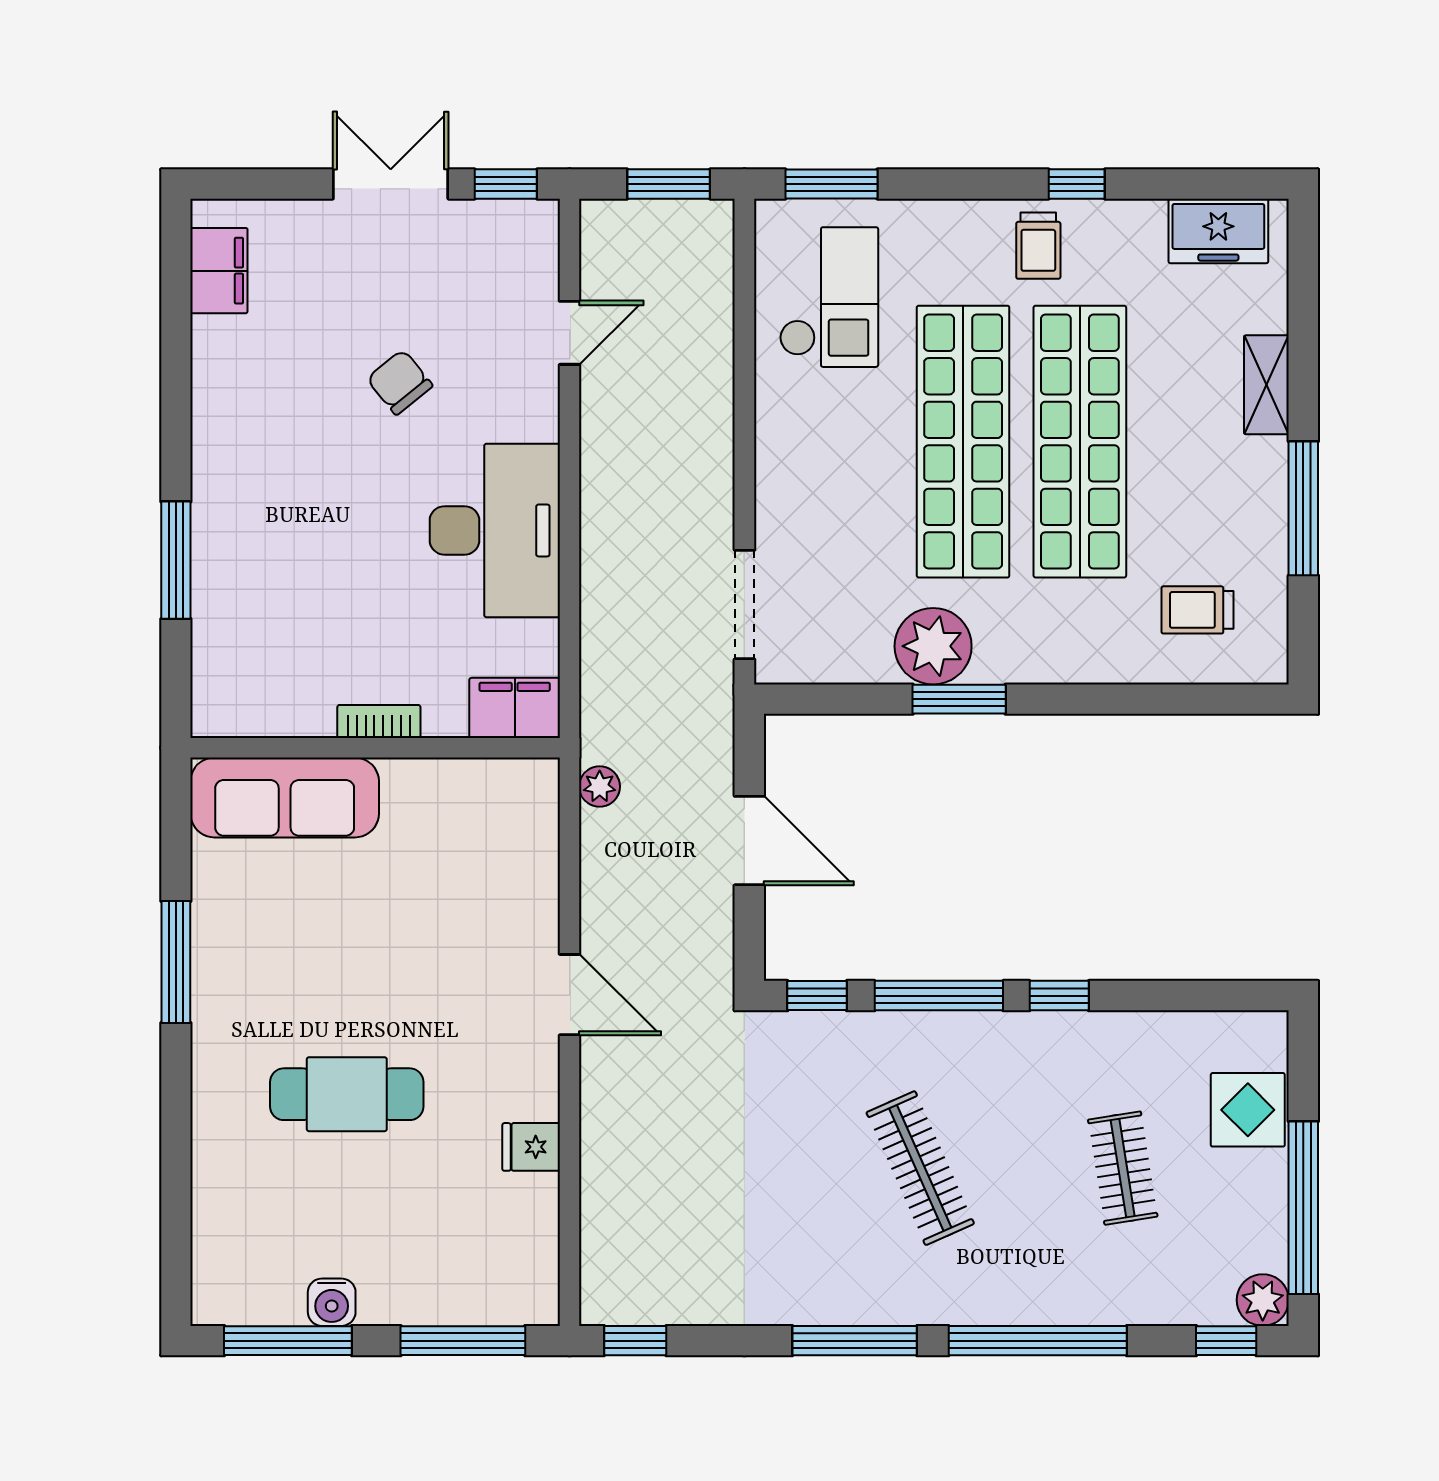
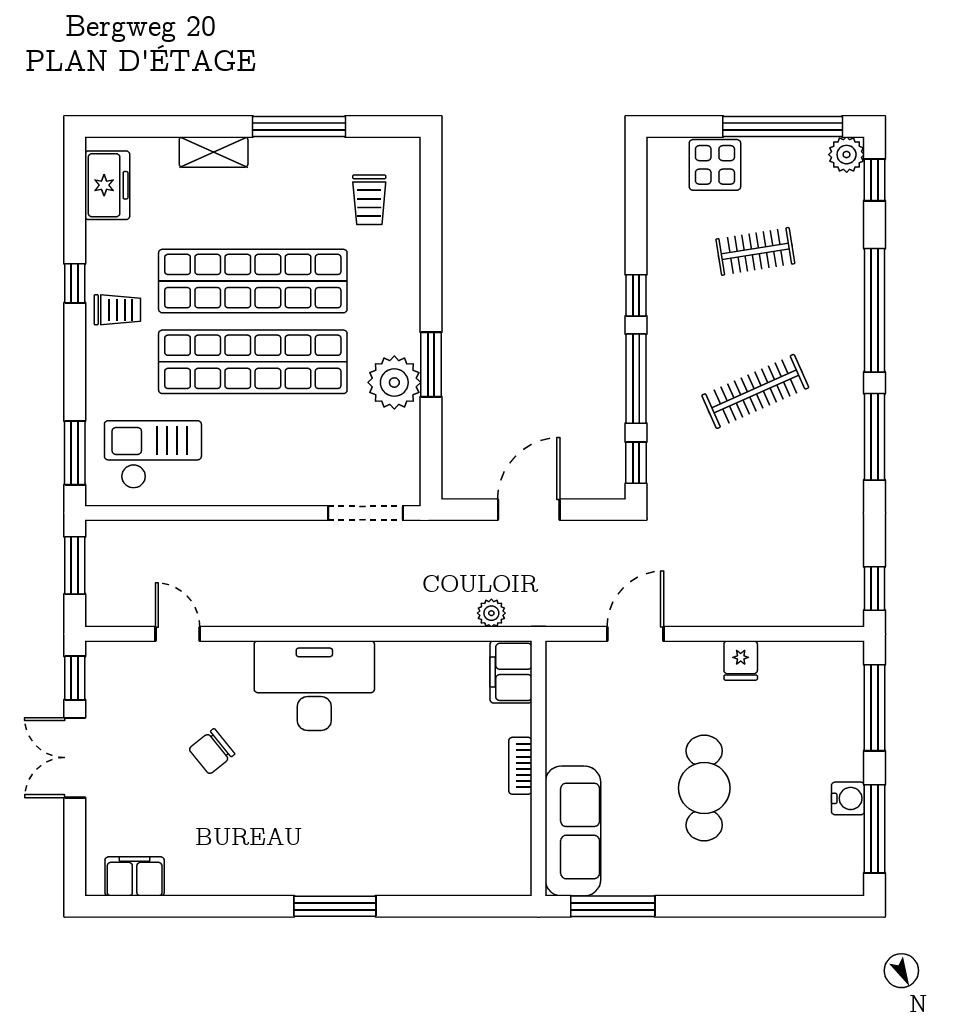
filing cabinet: (515, 708) -> (511, 672), moved
bookcase: (379, 721) -> (520, 766), moved
wall: (375, 748) -> (538, 768), moved
sofa: (285, 797) -> (573, 831), moved

